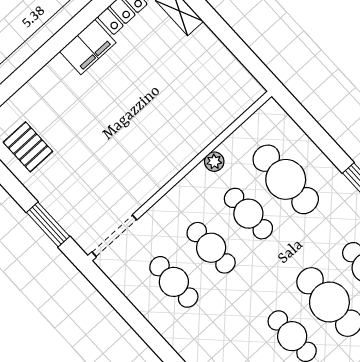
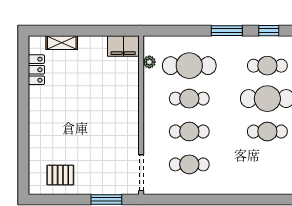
filing cabinet: (88, 47) -> (123, 46), moved, turned 90
plant: (214, 162) -> (149, 62), moved

